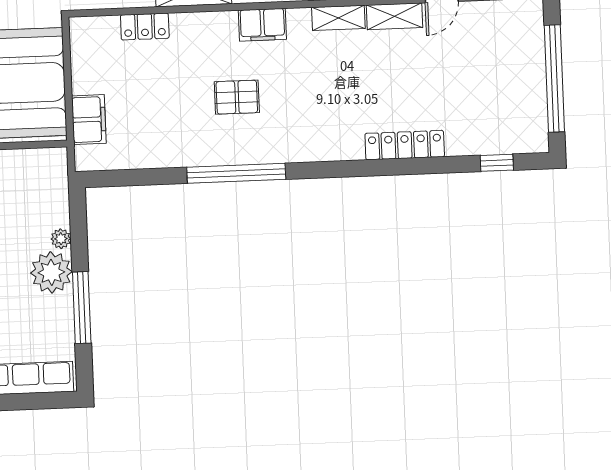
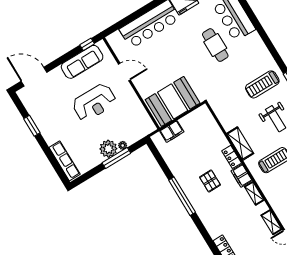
shelving: (338, 18) -> (254, 193), moved
locker: (145, 27) -> (232, 157), moved
window: (82, 308) -> (116, 158), moved

